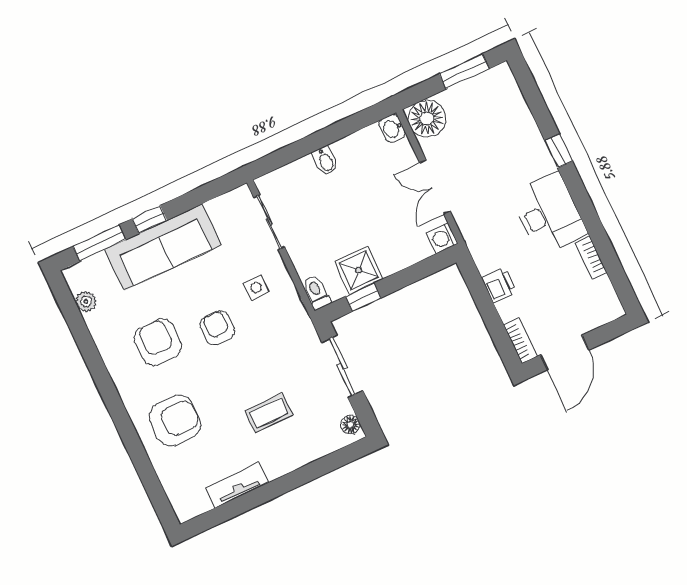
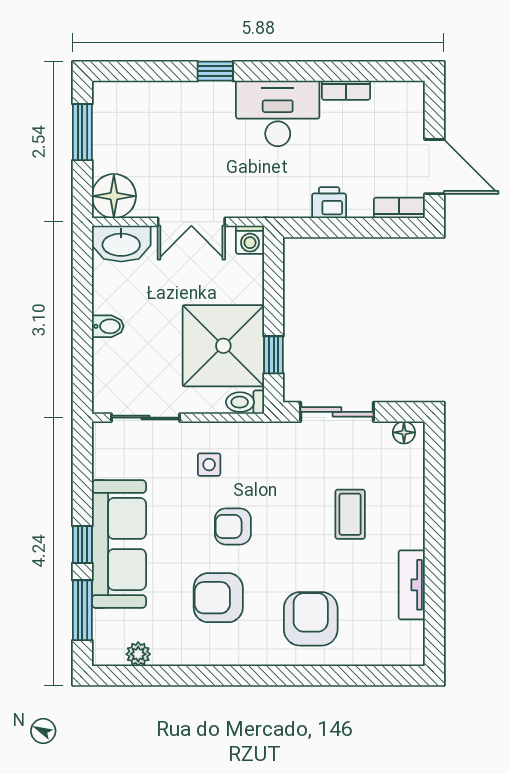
washbasin: (392, 128) -> (121, 244), width x1.91, depth x1.45
shower: (359, 270) -> (223, 346), width x1.86, depth x1.86

